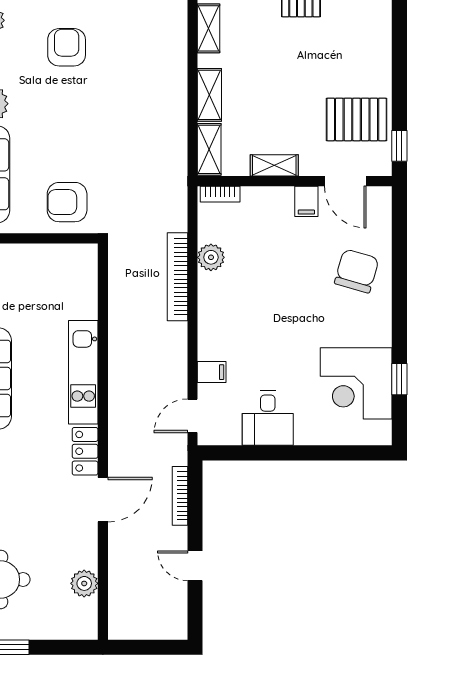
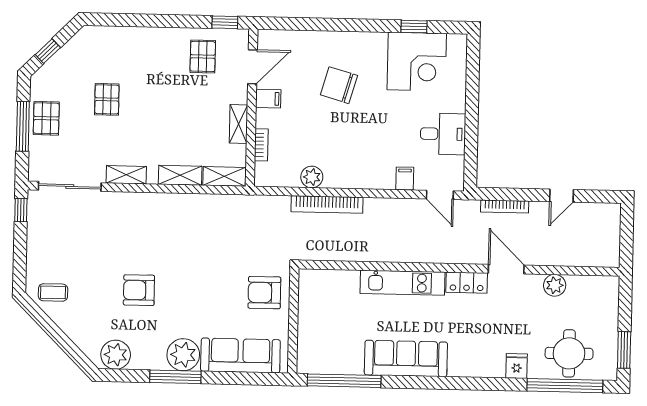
pallet: (357, 119) -> (203, 56), width x0.67, depth x0.71
bookcase: (220, 194) -> (261, 145), moved
armchair: (67, 202) -> (264, 293), turned 90
chair: (357, 271) -> (339, 85), moved
plant: (84, 583) -> (555, 285), moved

